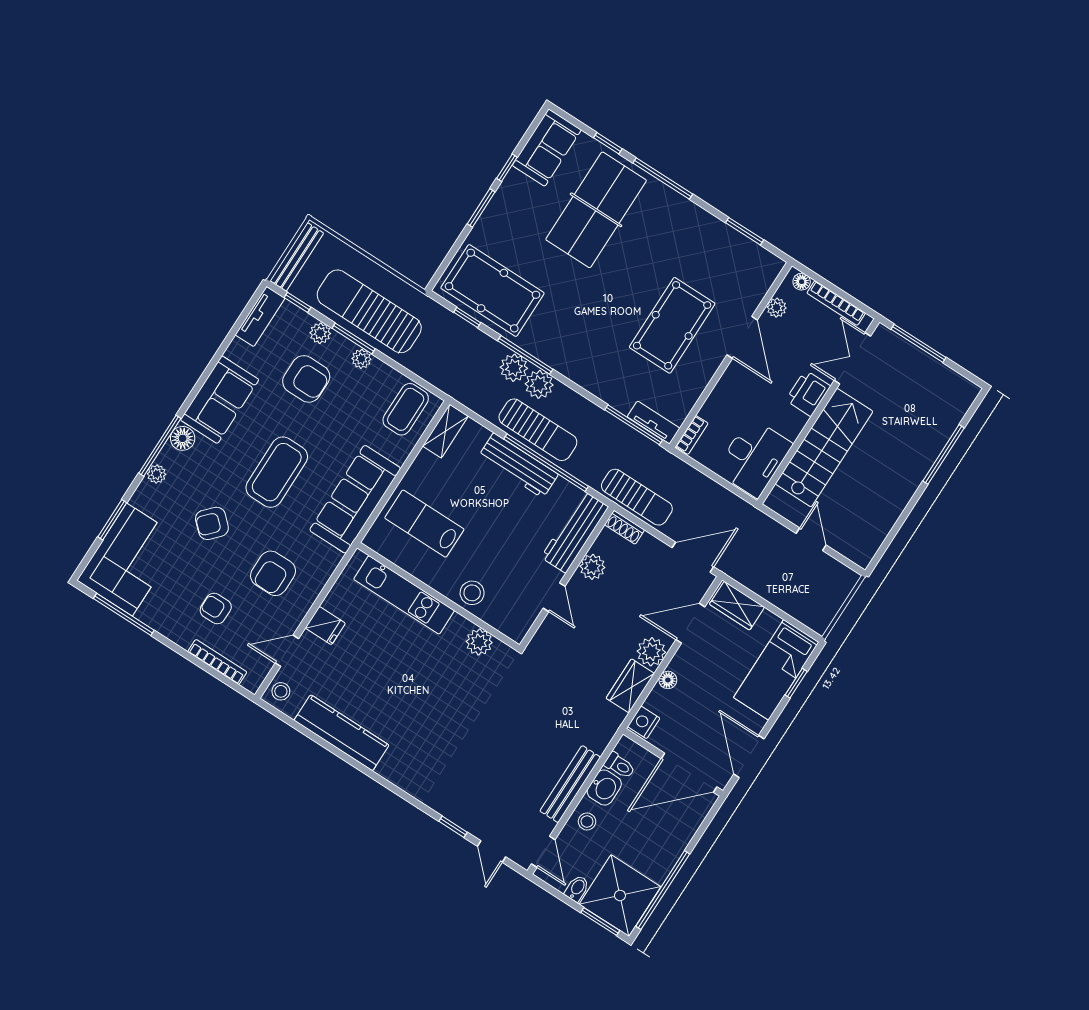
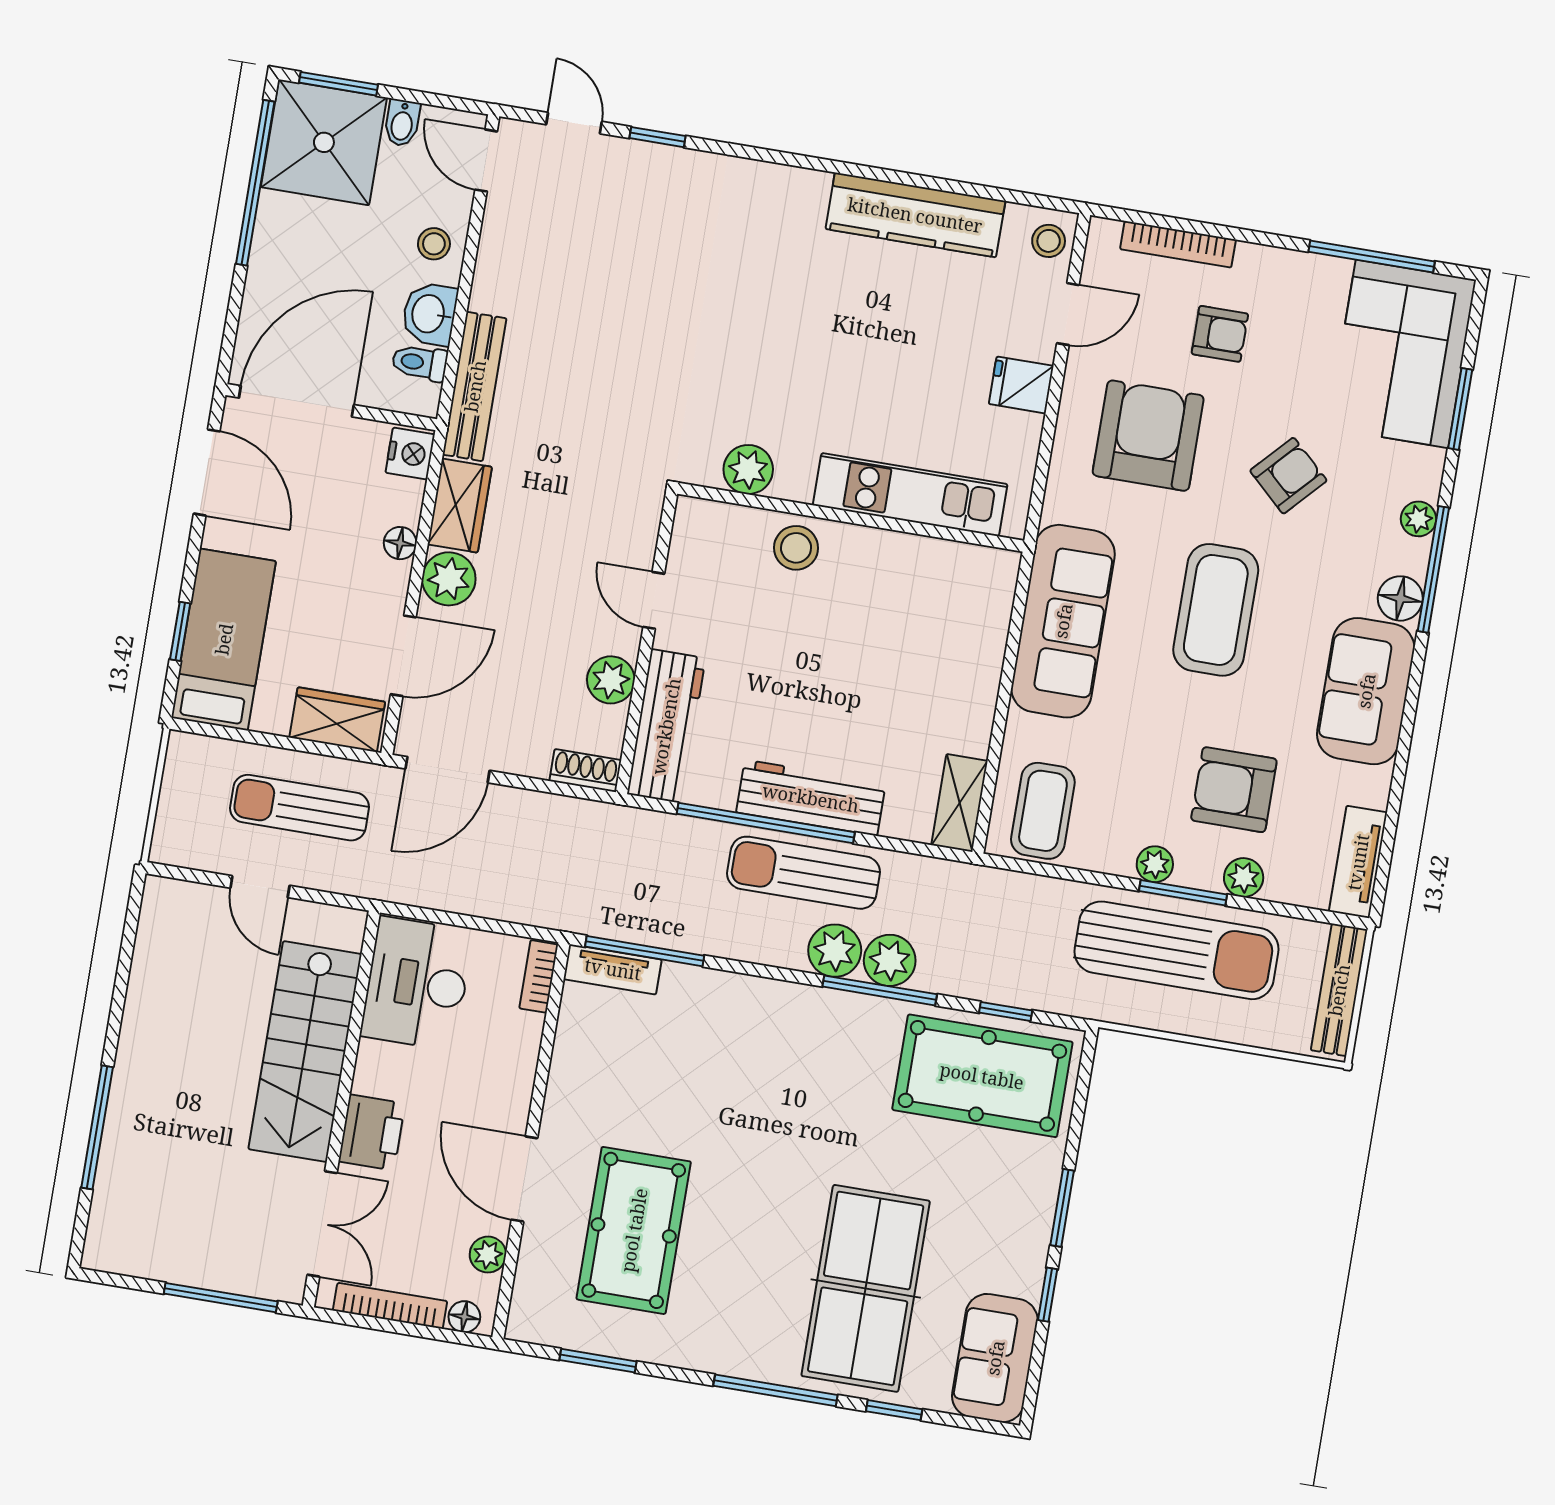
window: (298, 302) -> (1305, 913), removed
pool table: (672, 325) -> (634, 1230), moved
sun lounger: (637, 497) -> (300, 808), moved
lab bench: (424, 524) -> (928, 630), removed
armchair: (273, 573) -> (1148, 436), width x1.36, depth x1.36
bench: (570, 784) -> (475, 386), moved

